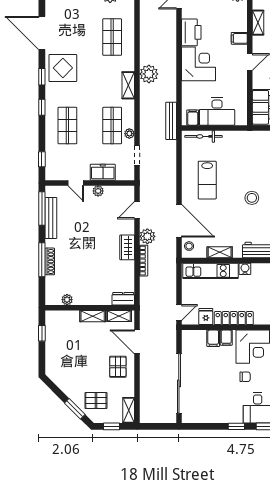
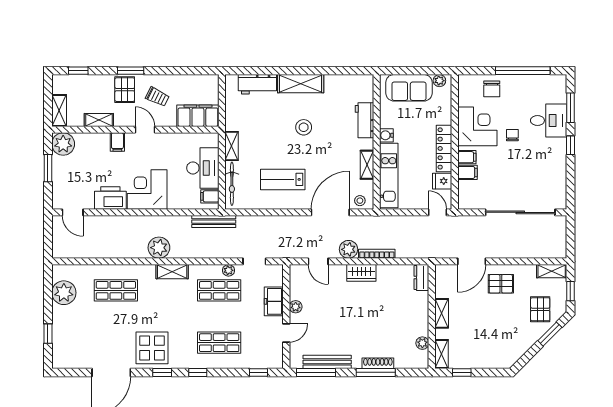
shelving: (236, 136) -> (232, 146), added
lab bench: (207, 180) -> (283, 179), turned 180
shelving: (119, 316) -> (441, 354), moved

